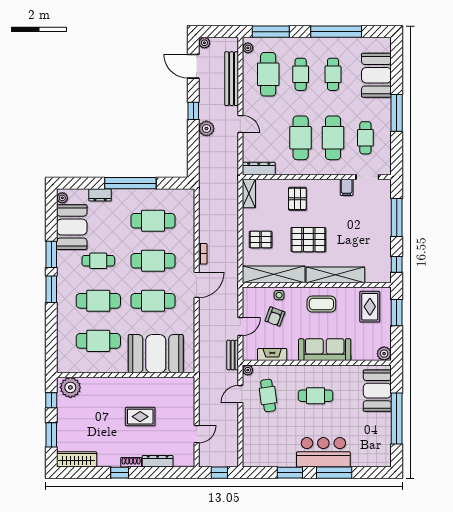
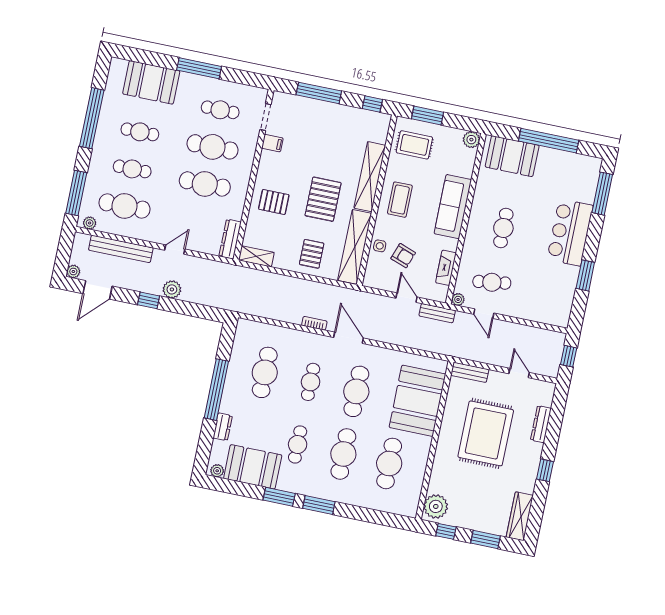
cafe table: (153, 261) -> (311, 382), width x0.73, depth x0.74
bench: (189, 393) -> (470, 372), added
rug: (140, 417) -> (486, 433), width x1.86, depth x2.06
shoe rack: (131, 462) -> (536, 455), removed
window: (334, 473) -> (602, 194), moved

